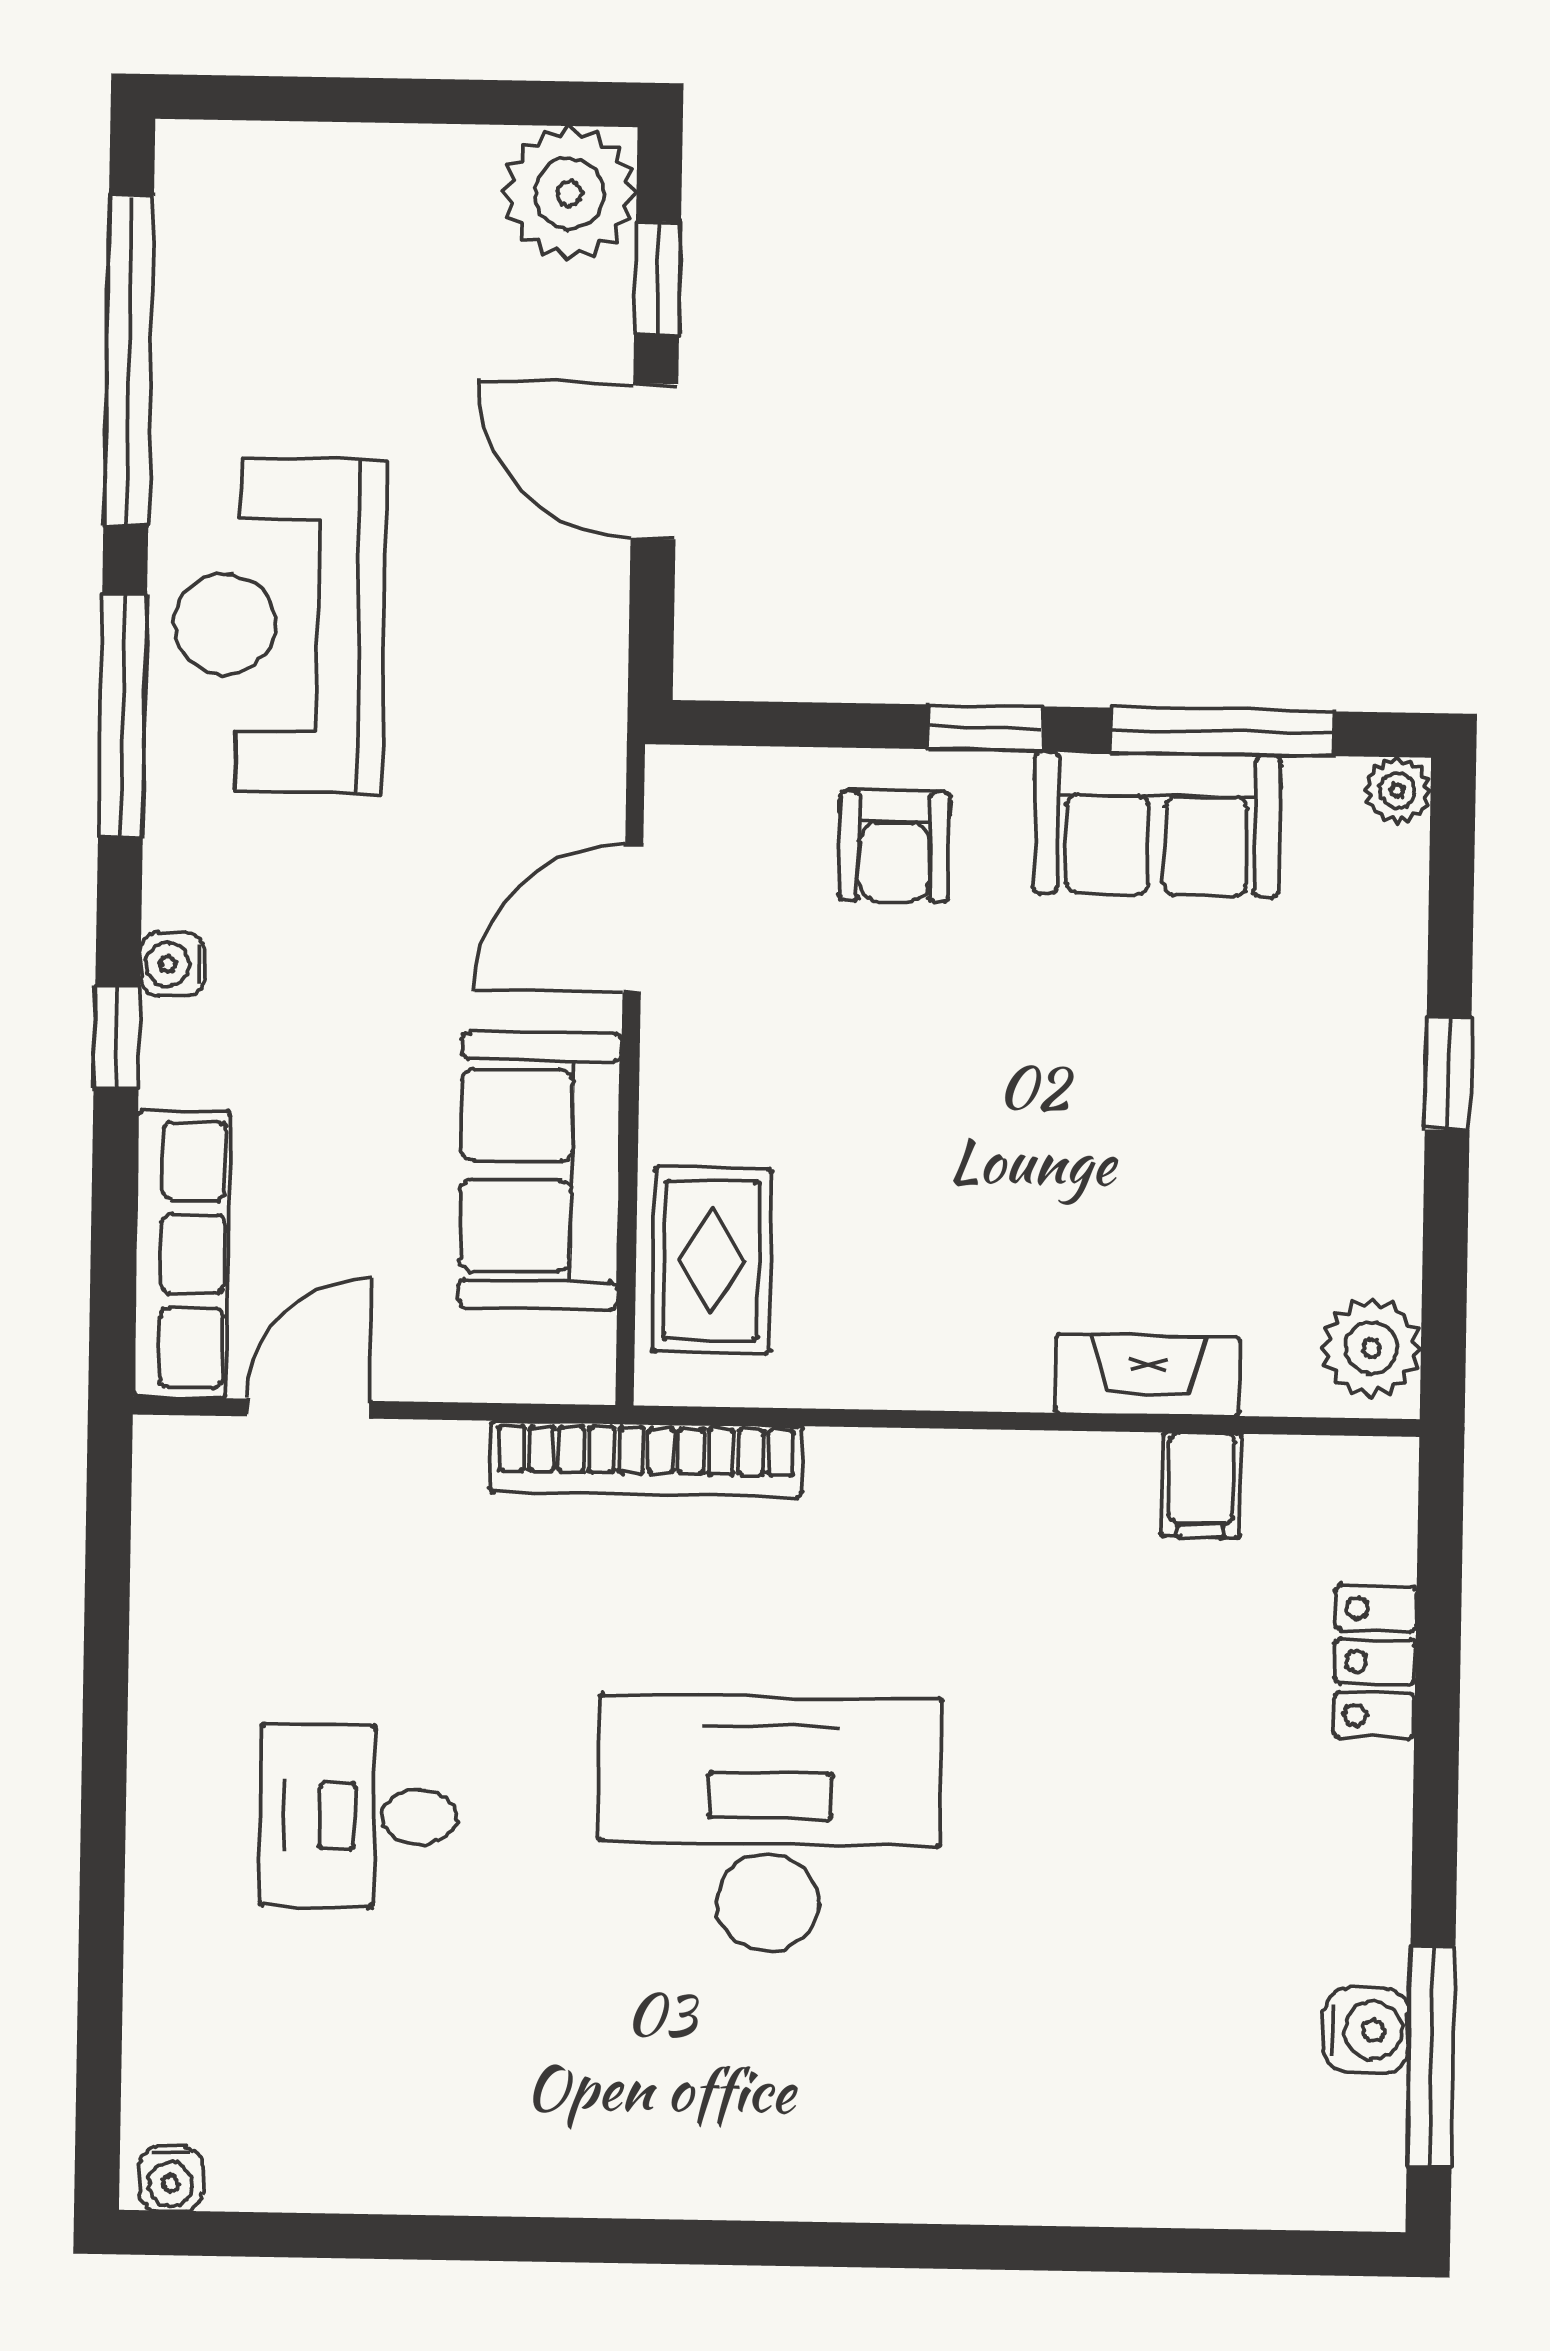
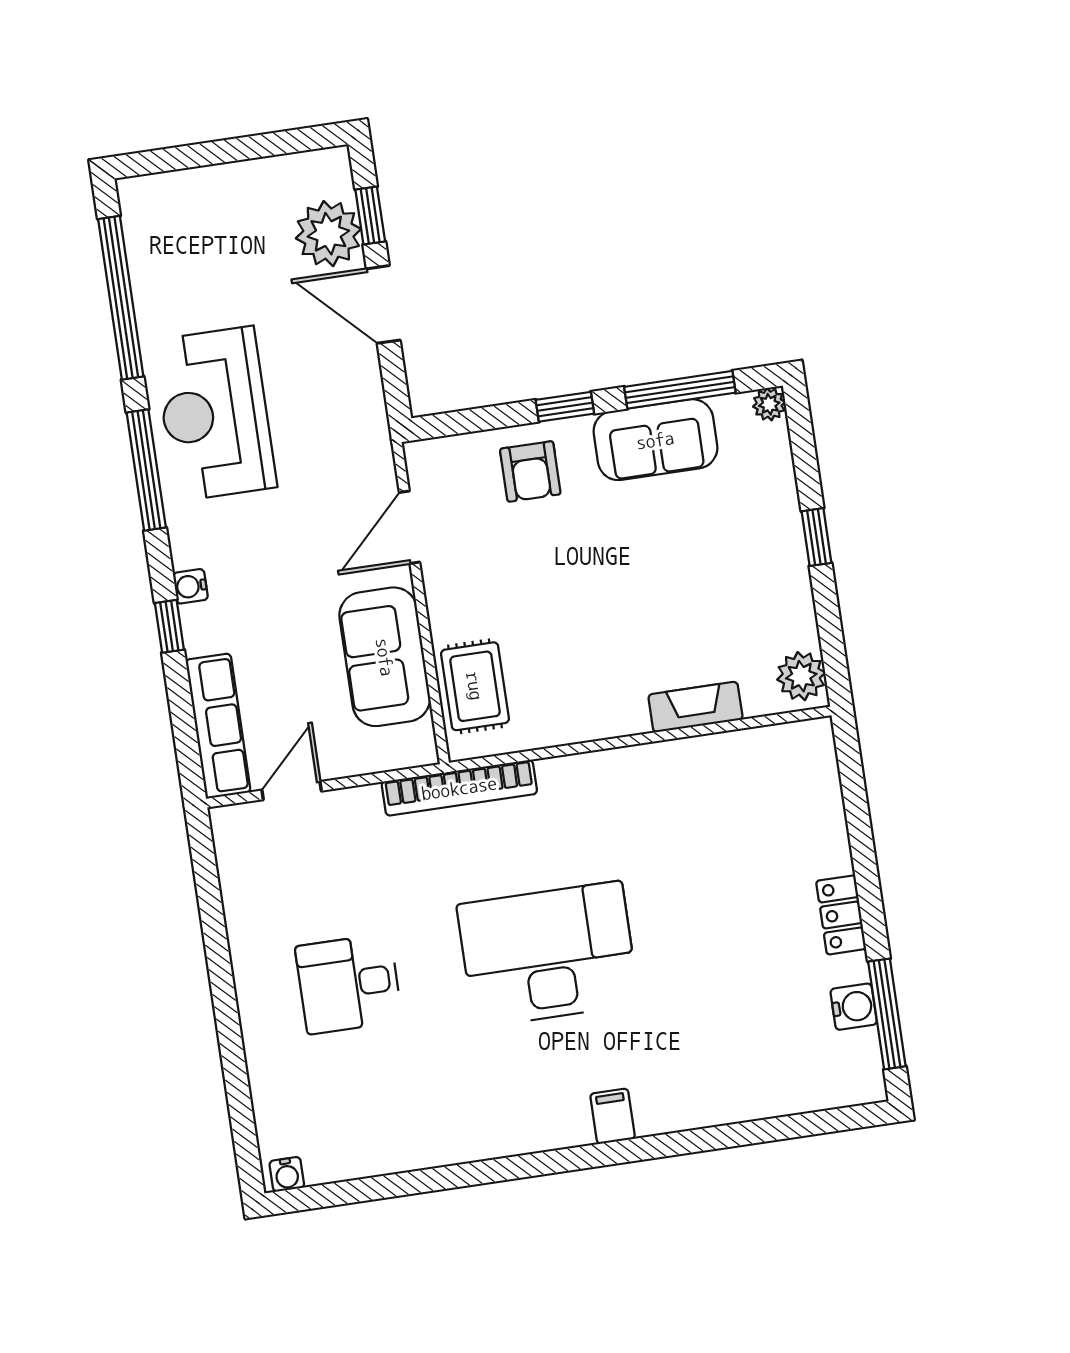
plant: (569, 193) -> (328, 234), moved
filing cabinet: (1201, 1485) -> (613, 1116), moved, turned 180
locker: (1375, 1662) -> (841, 915), moved

